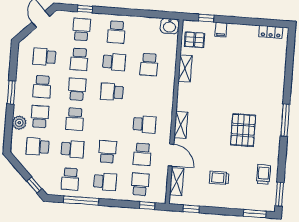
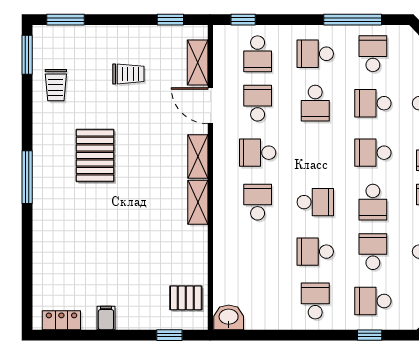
school desk: (81, 29) -> (373, 301), turned 90
filing cabinet: (221, 30) -> (106, 318), moved
school desk: (149, 65) -> (258, 202), moved
shelving: (185, 68) -> (198, 202), moved
school desk: (75, 119) -> (373, 153), turned -90

